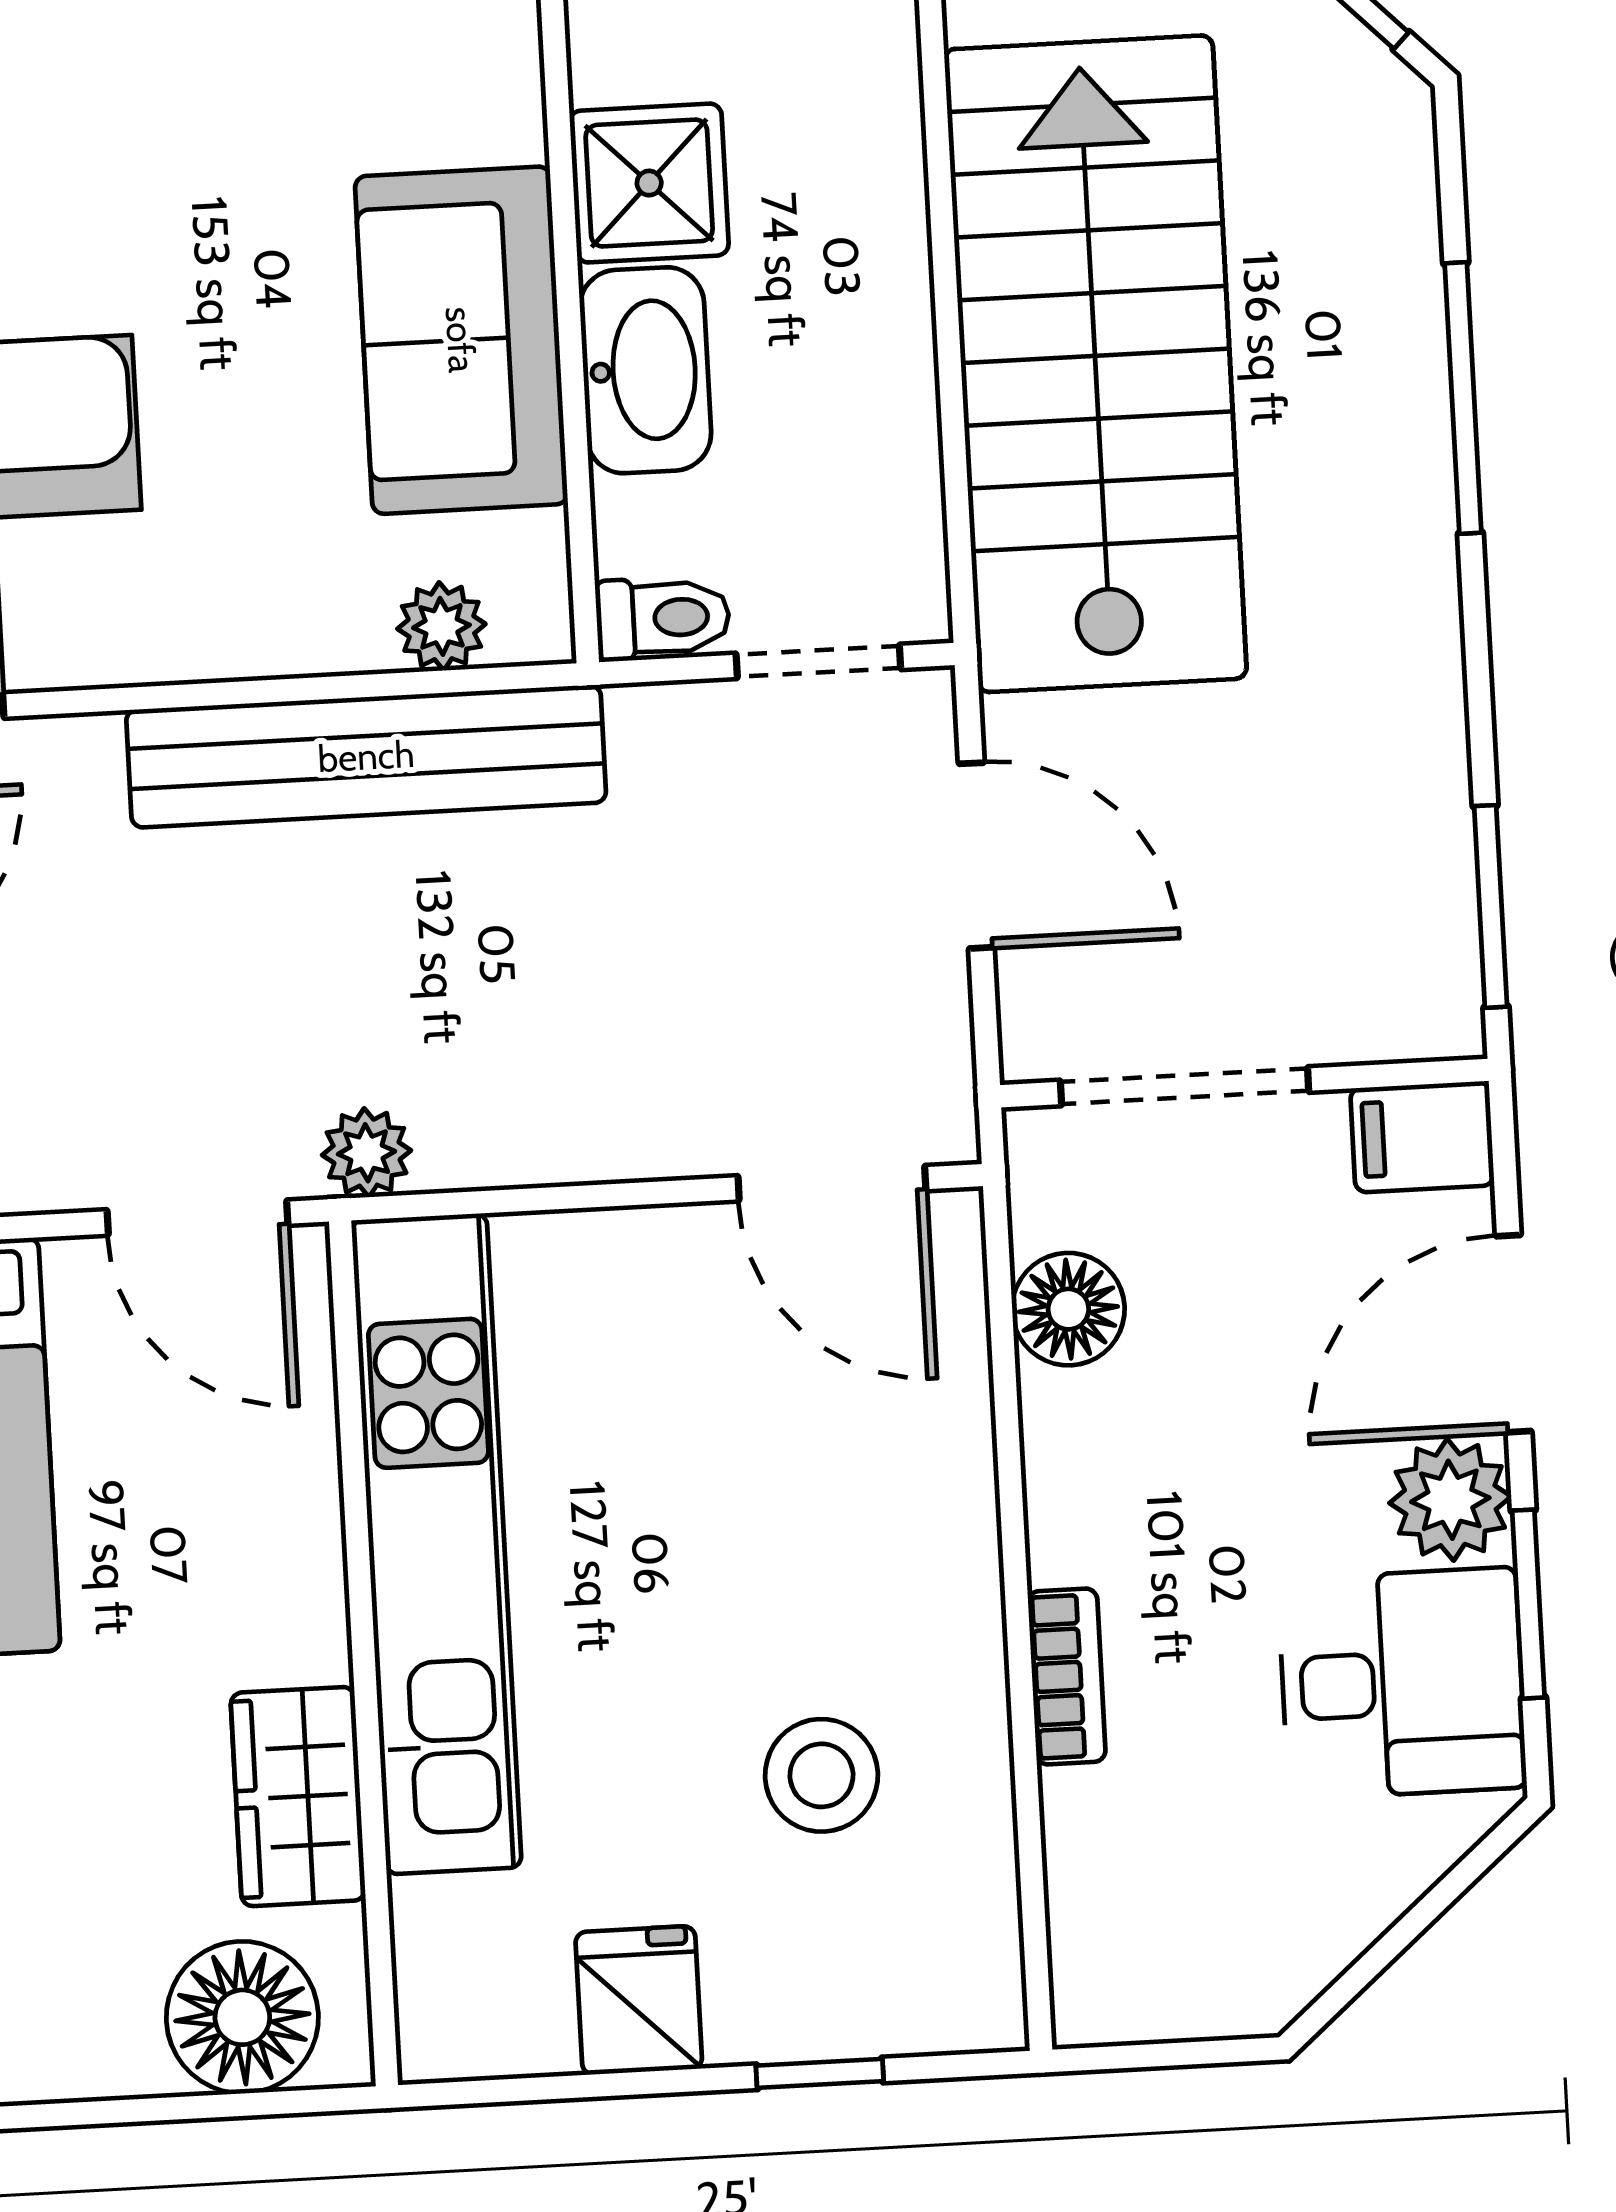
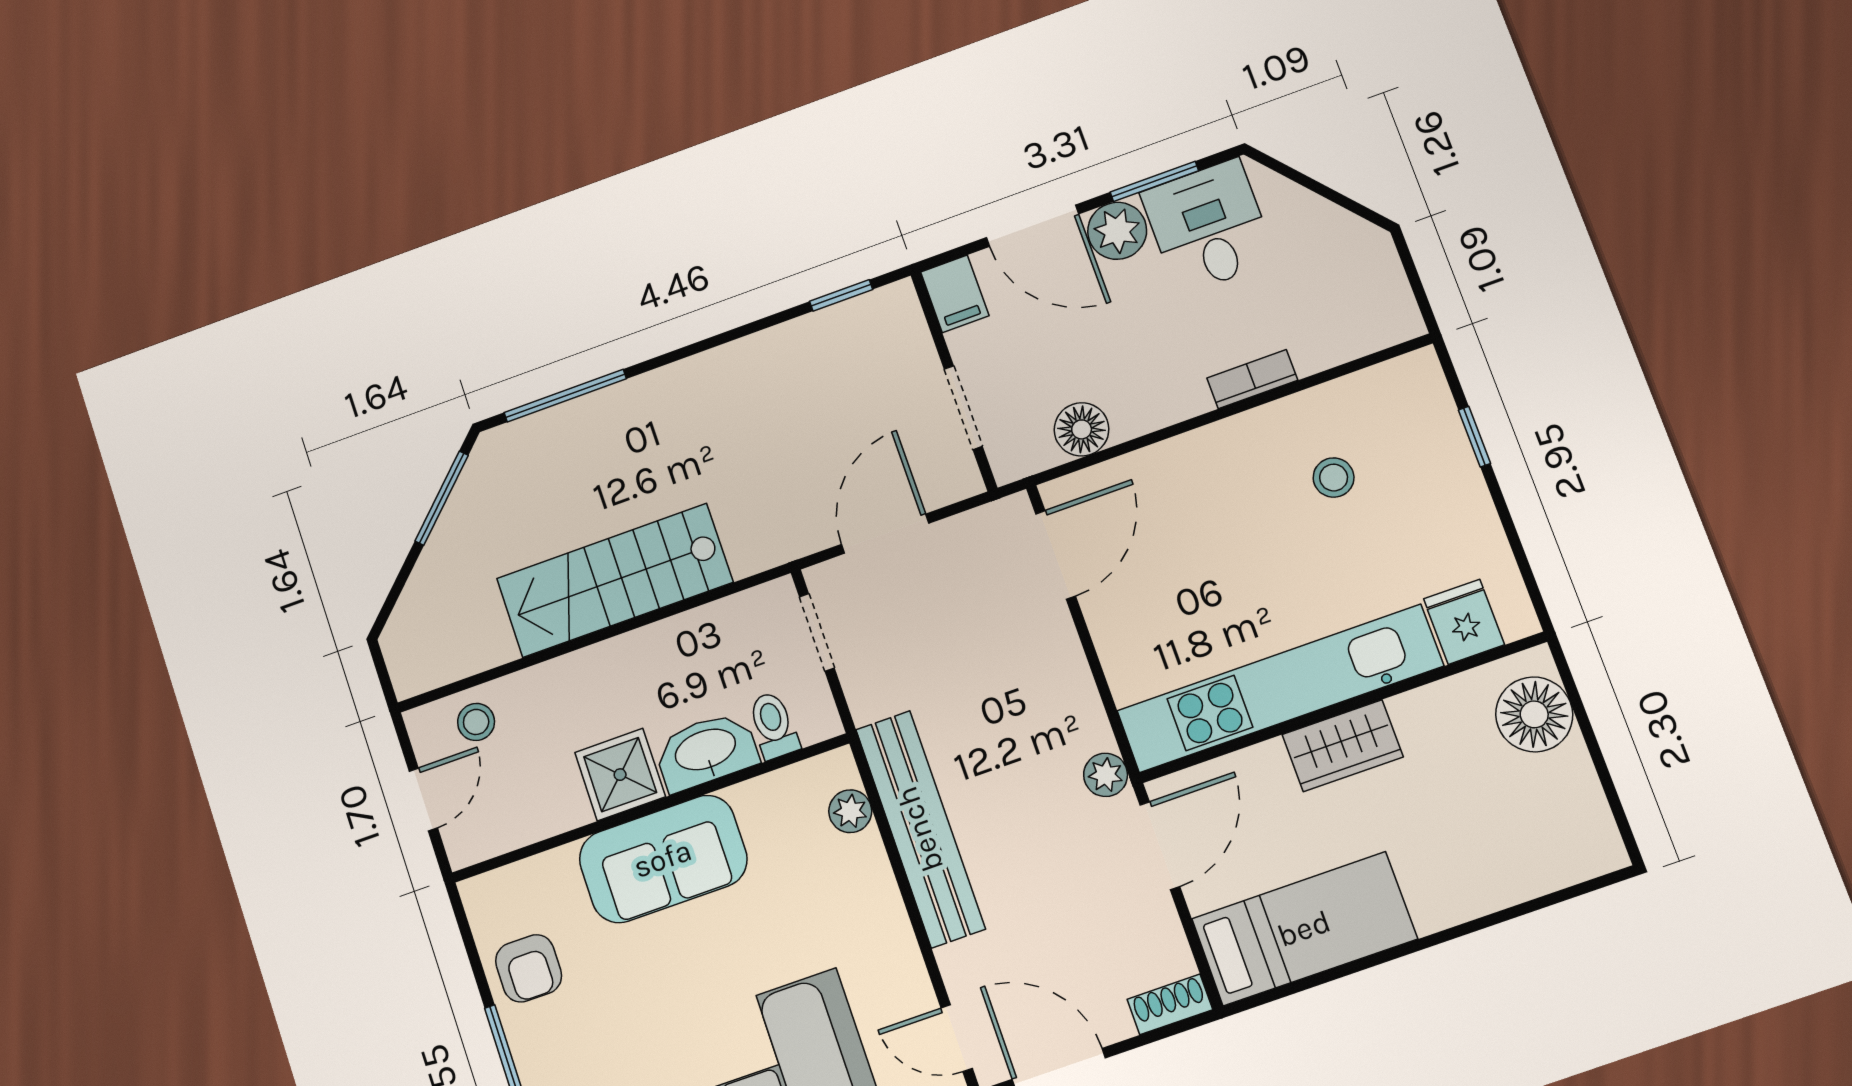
sofa: (461, 340) -> (663, 859), moved
stairs: (1095, 364) -> (615, 580), width x0.73, depth x0.66
window: (1463, 398) -> (565, 396), moved
toilet: (663, 618) -> (773, 725), moved
window: (1491, 906) -> (841, 295), width x0.67
doorway: (1185, 1086) -> (963, 408), width x0.73
stool: (821, 1775) -> (1334, 478), width x0.73, depth x0.73
wardrobe: (298, 1797) -> (1343, 746), moved
fridge: (639, 2000) -> (1464, 622), moved, turned 90

